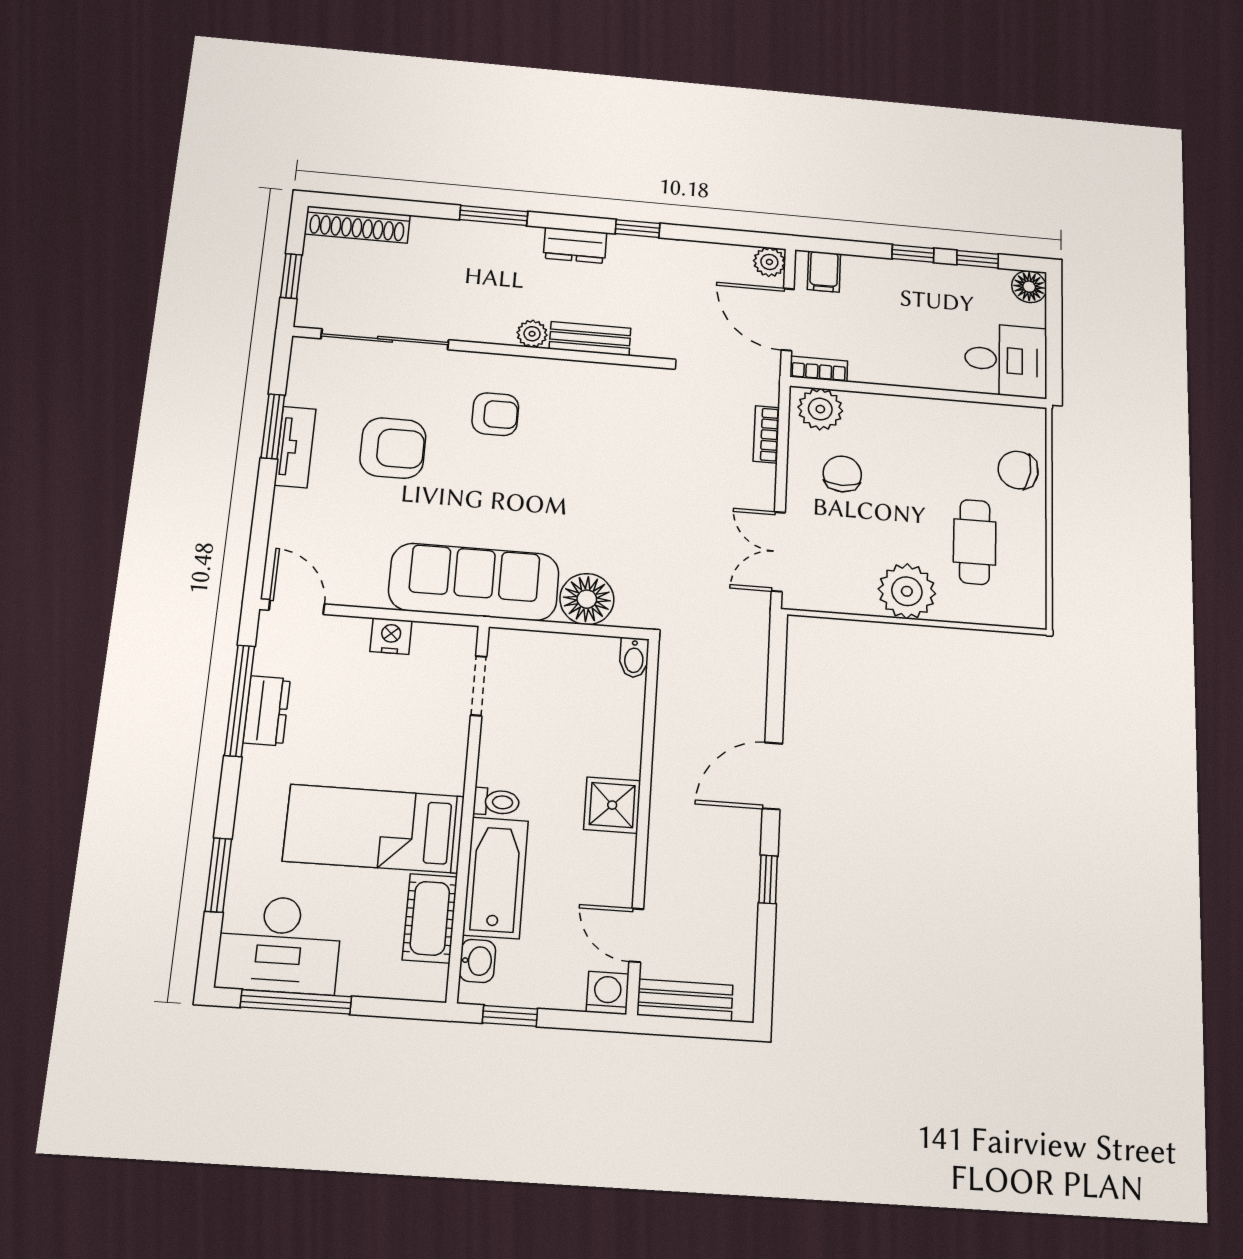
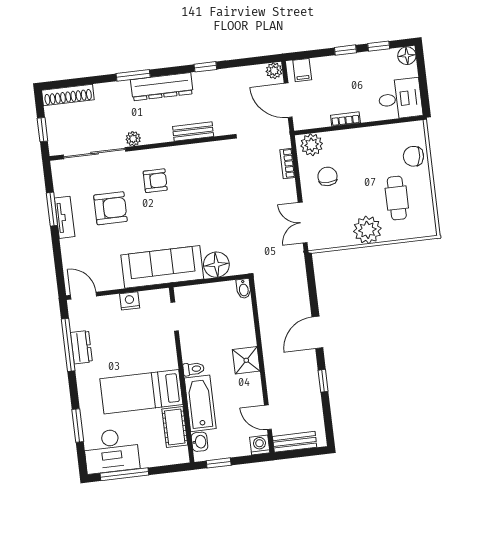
dresser: (575, 245) -> (162, 87), width x1.96, depth x1.24
plant: (532, 334) -> (133, 139), moved
bookcase: (819, 369) -> (345, 119), moved

